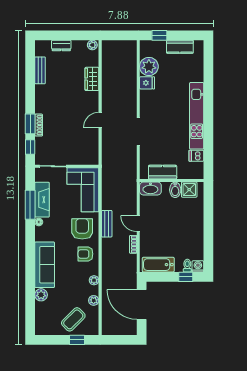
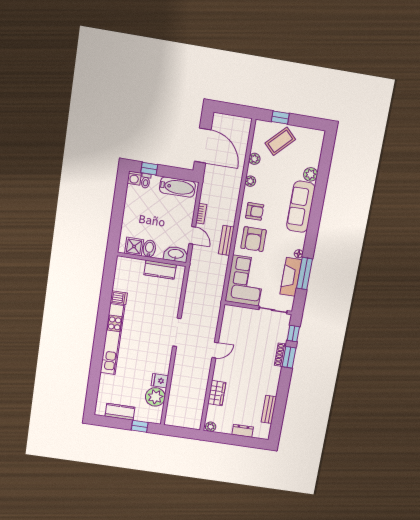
kitchen counter: (163, 172) -> (160, 270), moved
wall: (172, 181) -> (152, 259), moved
washbasin: (150, 189) -> (176, 254), moved
bidet: (175, 190) -> (149, 249), moved
shower: (189, 190) -> (134, 246), moved

